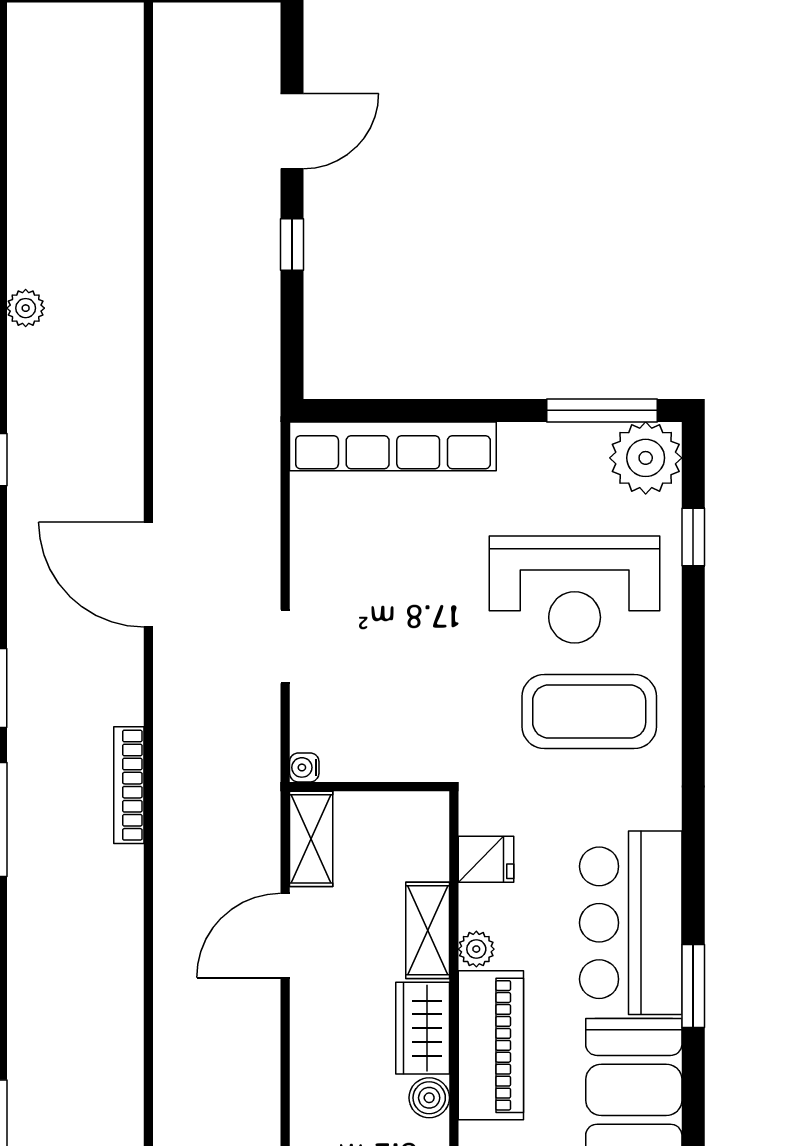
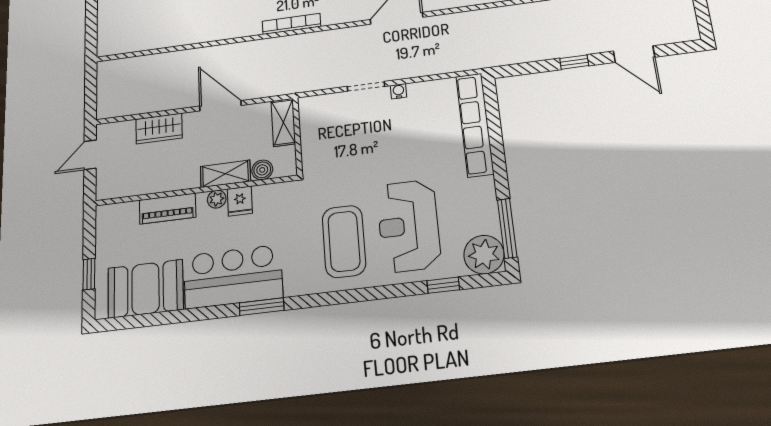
water cooler: (304, 767) -> (399, 91), moved
shelving: (311, 839) -> (283, 122), moved, turned 90
fridge: (486, 859) -> (240, 201), moved
window: (693, 986) -> (262, 307), moved
wardrobe: (423, 1028) -> (159, 129), moved, turned 180
piano: (491, 1045) -> (168, 209), width x0.73, depth x0.75
boiler: (429, 1098) -> (262, 170), moved

